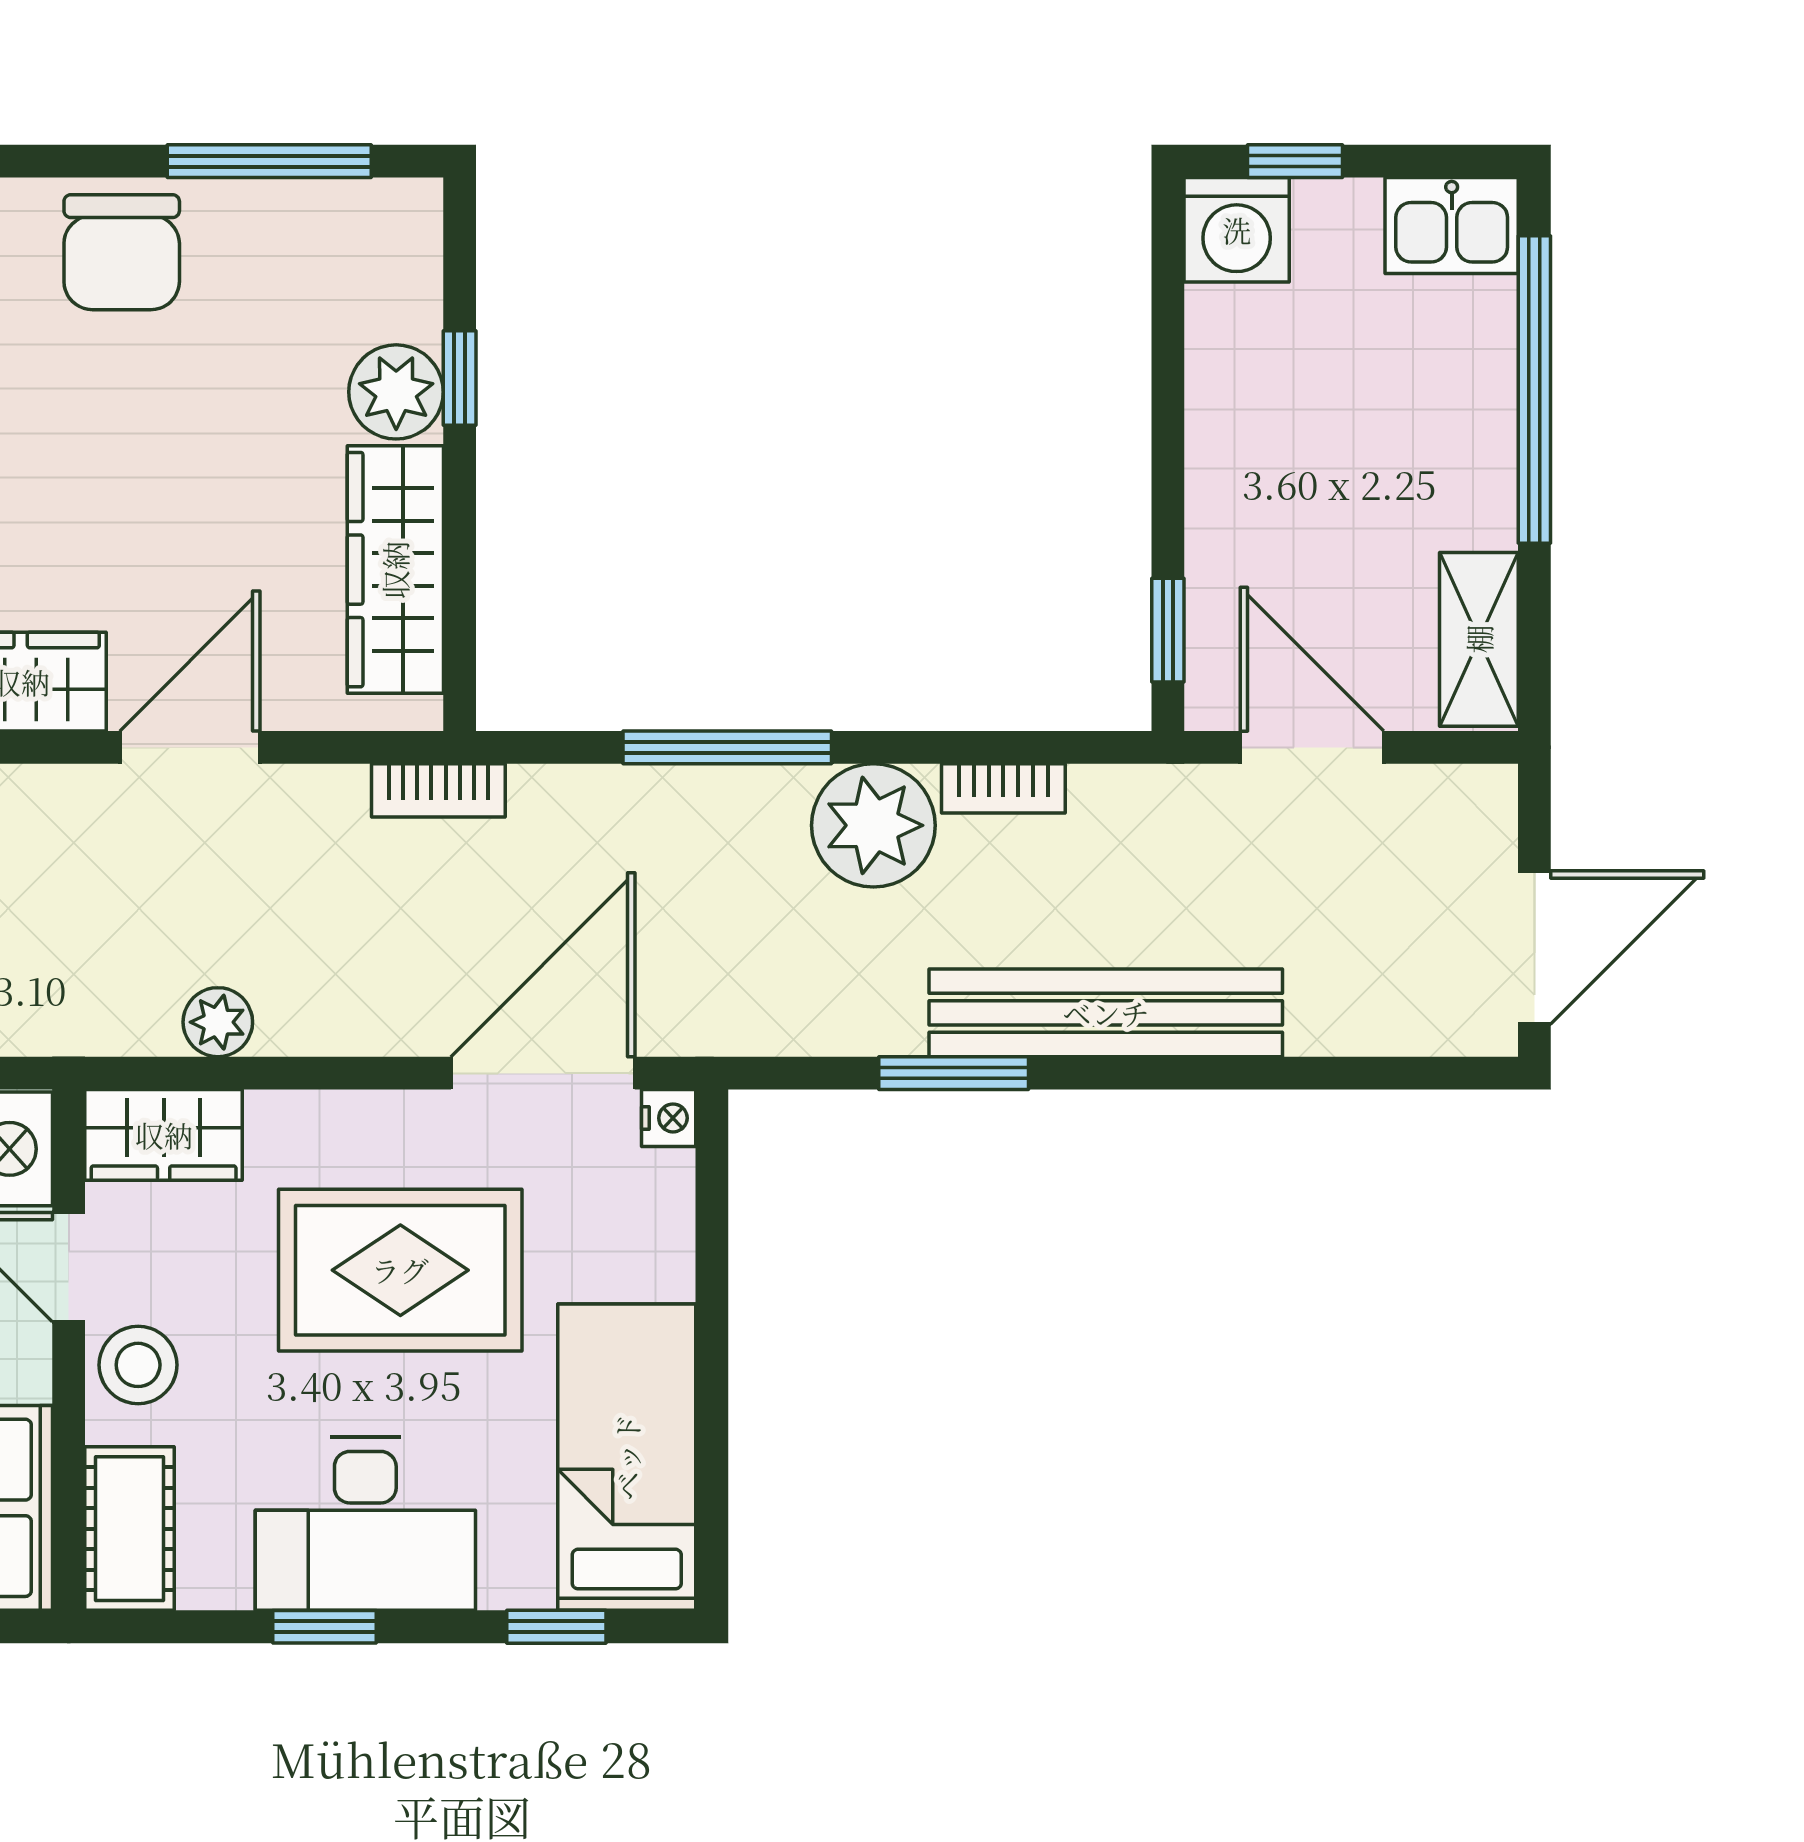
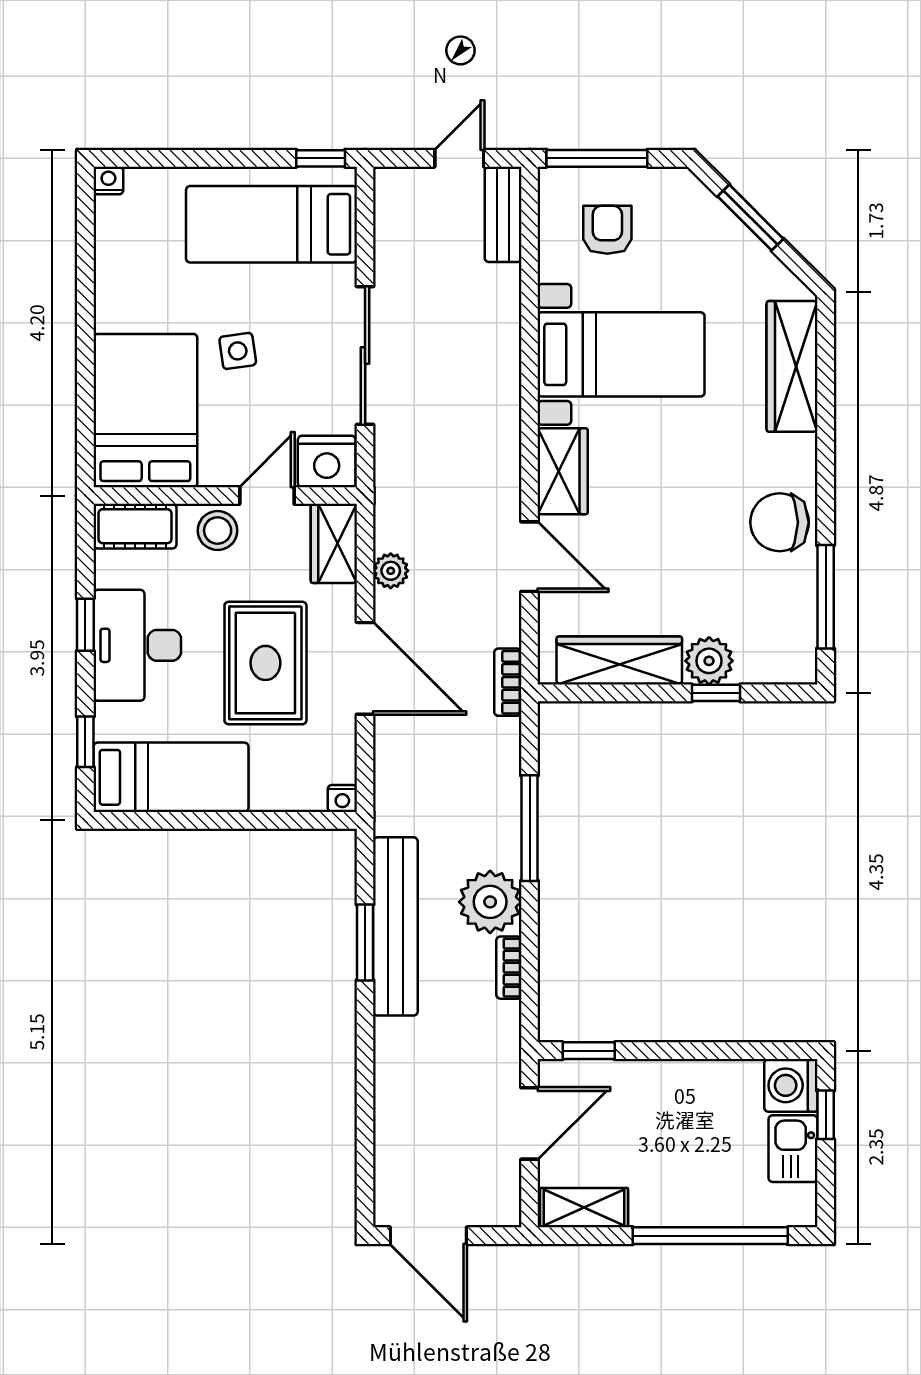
kitchen sink: (1452, 226) -> (793, 1149), moved
bench: (1106, 1013) -> (395, 926), moved
door: (543, 1073) -> (365, 668), moved

